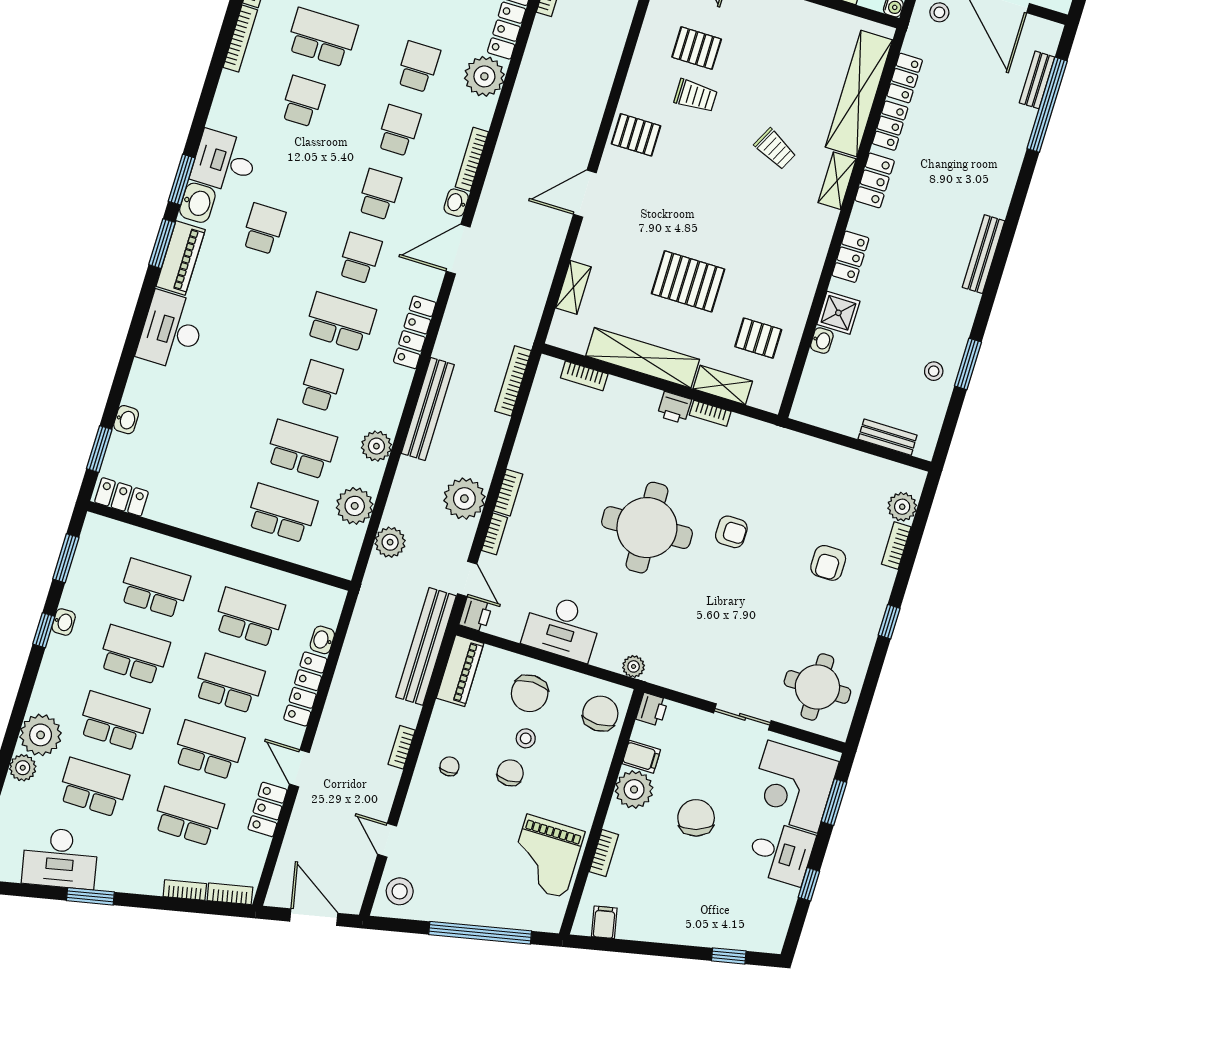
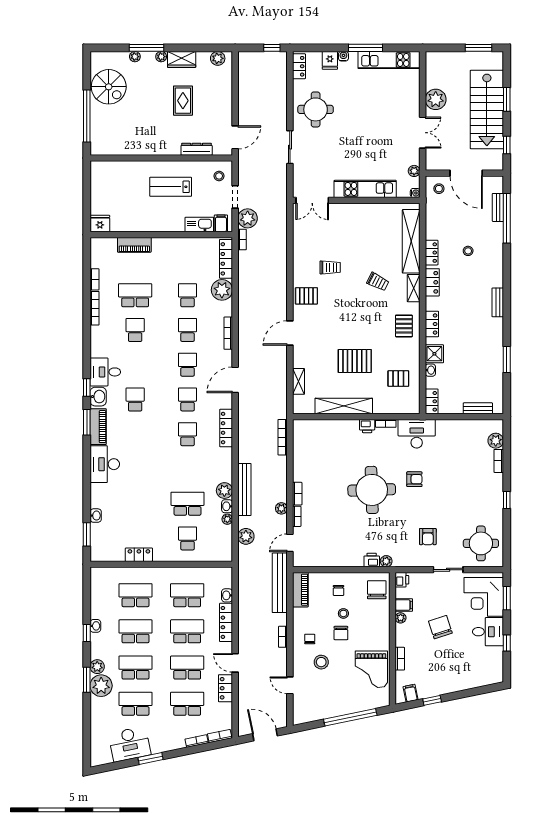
pallet: (697, 48) -> (404, 326), moved, turned 90
locker: (905, 78) -> (432, 401), moved
window: (182, 180) -> (87, 387), width x0.67
washbasin: (456, 203) -> (227, 506), moved
bench: (984, 254) -> (498, 302), width x0.73
school desk: (340, 322) -> (188, 434), width x0.54
stool: (934, 371) -> (468, 251), moved
bookcase: (584, 376) -> (317, 424), removed
shelving: (723, 385) -> (388, 407), removed
school desk: (321, 386) -> (188, 469), removed
bench: (428, 409) -> (244, 490), moved
locker: (122, 497) -> (139, 555), moved
plant: (464, 499) -> (281, 508), width x0.53, depth x0.53
plant: (355, 506) -> (227, 519), width x0.53, depth x0.53
school desk: (282, 513) -> (188, 538), width x0.54
window: (66, 558) -> (87, 680), moved
armchair: (828, 563) -> (428, 537), moved
door: (467, 579) -> (290, 543), swing flipped
printer: (476, 614) -> (372, 560), moved, turned -90
desk: (562, 627) -> (417, 434), moved, turned 180
chair: (530, 693) -> (338, 590), width x0.54, depth x0.54
plant: (23, 768) -> (97, 667), moved
chair: (510, 773) -> (341, 633), turned 180
plant: (634, 790) -> (401, 618), width x0.53, depth x0.53
stool: (400, 891) -> (321, 662), moved
window: (729, 956) -> (432, 700), moved

